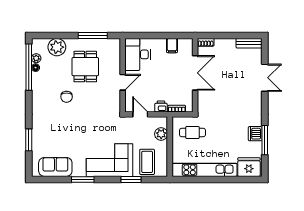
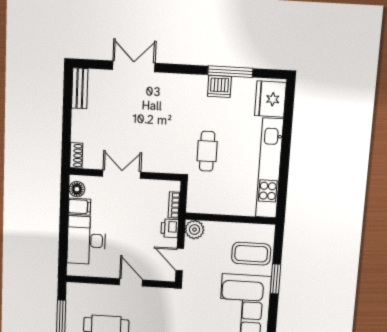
floor lamp: (184, 43) -> (77, 189), added
desk: (138, 54) -> (86, 240), moved, turned 90
double door: (195, 73) -> (122, 174), width x0.73
door: (140, 114) -> (180, 260), hinge flipped
cafe table: (192, 133) -> (207, 151), moved
plant: (161, 134) -> (194, 230), moved

